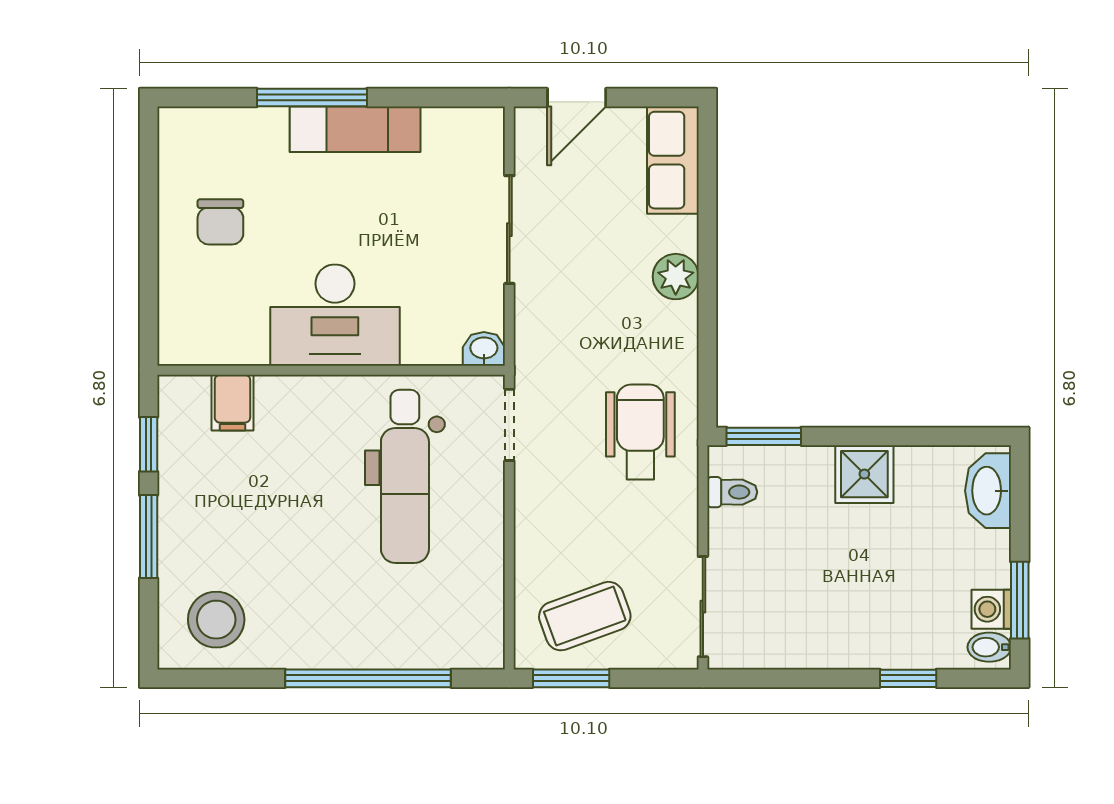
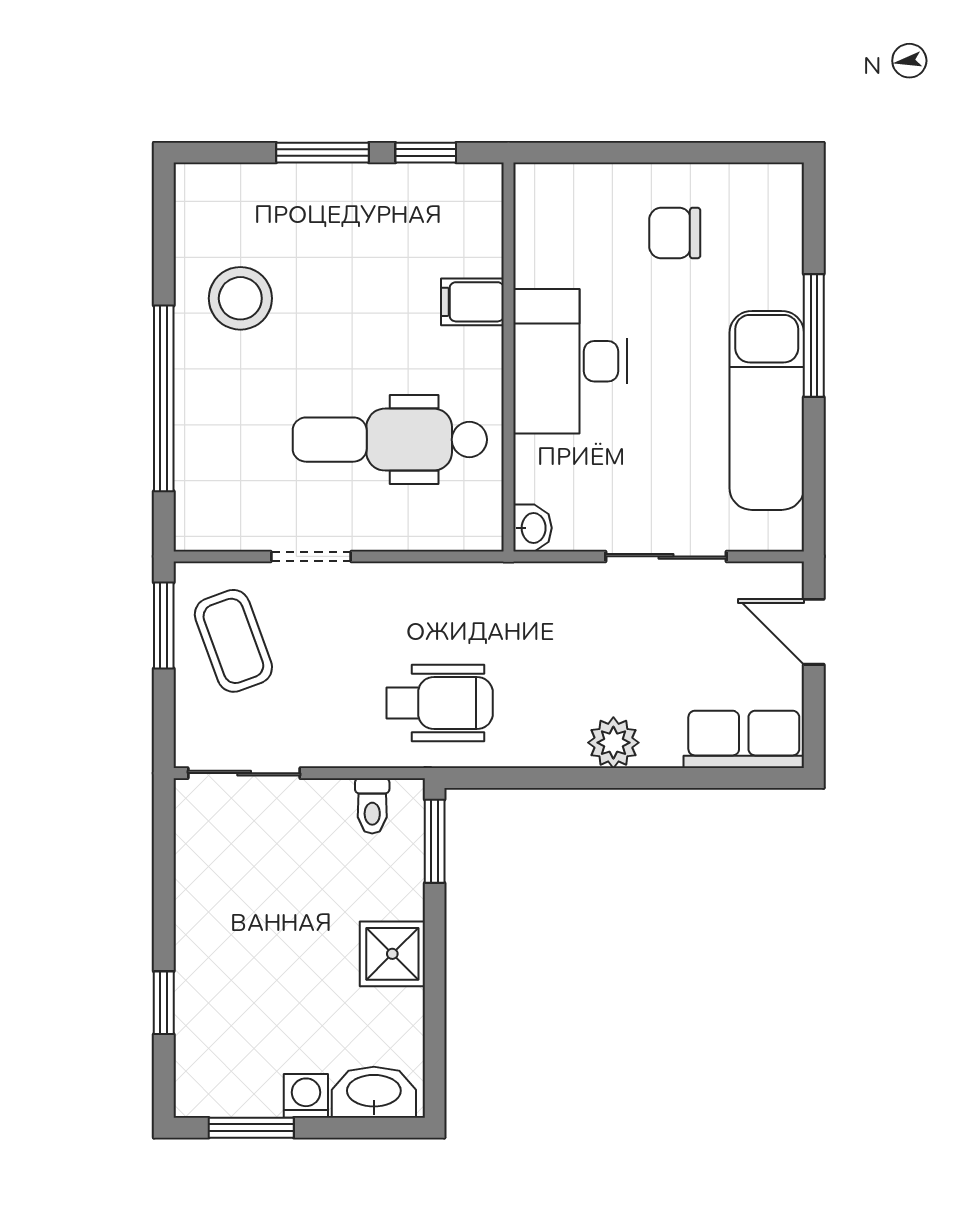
exam couch: (355, 129) -> (767, 410), width x1.36, depth x1.45
filing cabinet: (232, 403) -> (472, 302), moved
doorway: (509, 425) -> (311, 556), moved
washing machine: (991, 609) -> (306, 1096), moved
stool: (216, 620) -> (240, 298), moved
bidet: (989, 647) -> (199, 1094), removed

